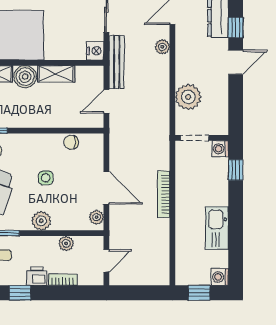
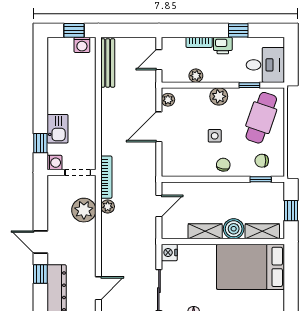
plant: (162, 47) -> (108, 207), moved
bench: (117, 62) -> (108, 63), moved
door: (236, 62) -> (40, 242), hinge flipped
chair: (71, 142) -> (223, 165), moved, turned -81
door: (106, 188) -> (159, 127), hinge flipped
bookcase: (164, 194) -> (106, 177), moved
kitchen sink: (217, 228) -> (57, 129), moved, width x0.73
washing machine: (220, 277) -> (82, 45), moved, turned 90

